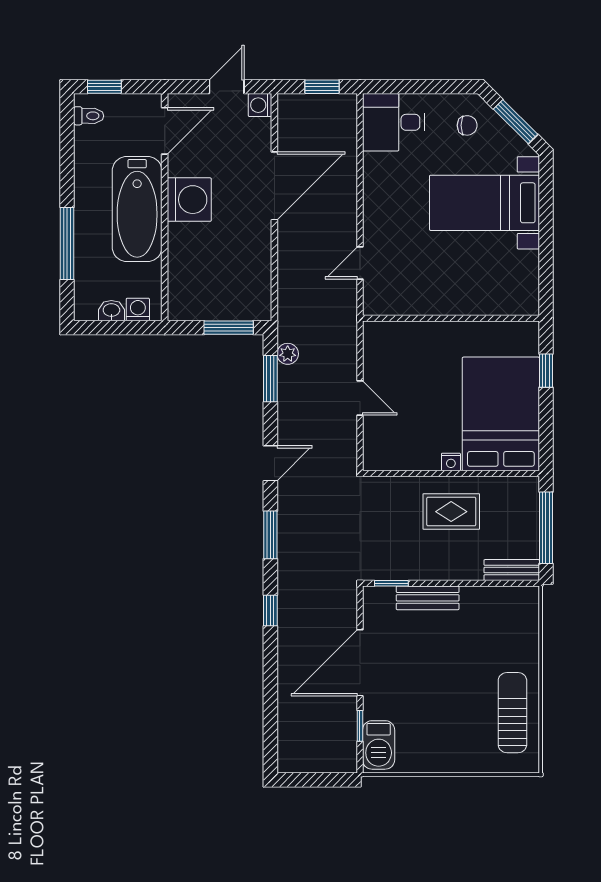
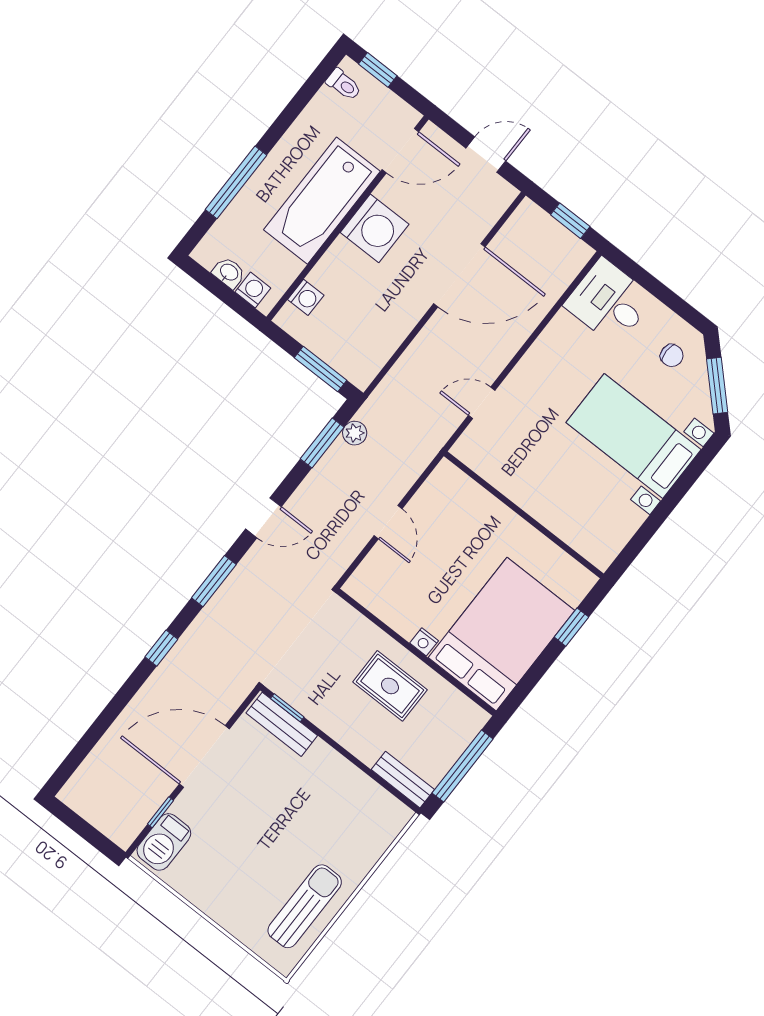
washing machine: (260, 105) -> (306, 297), moved, turned 180
bench: (428, 598) -> (282, 724), moved

